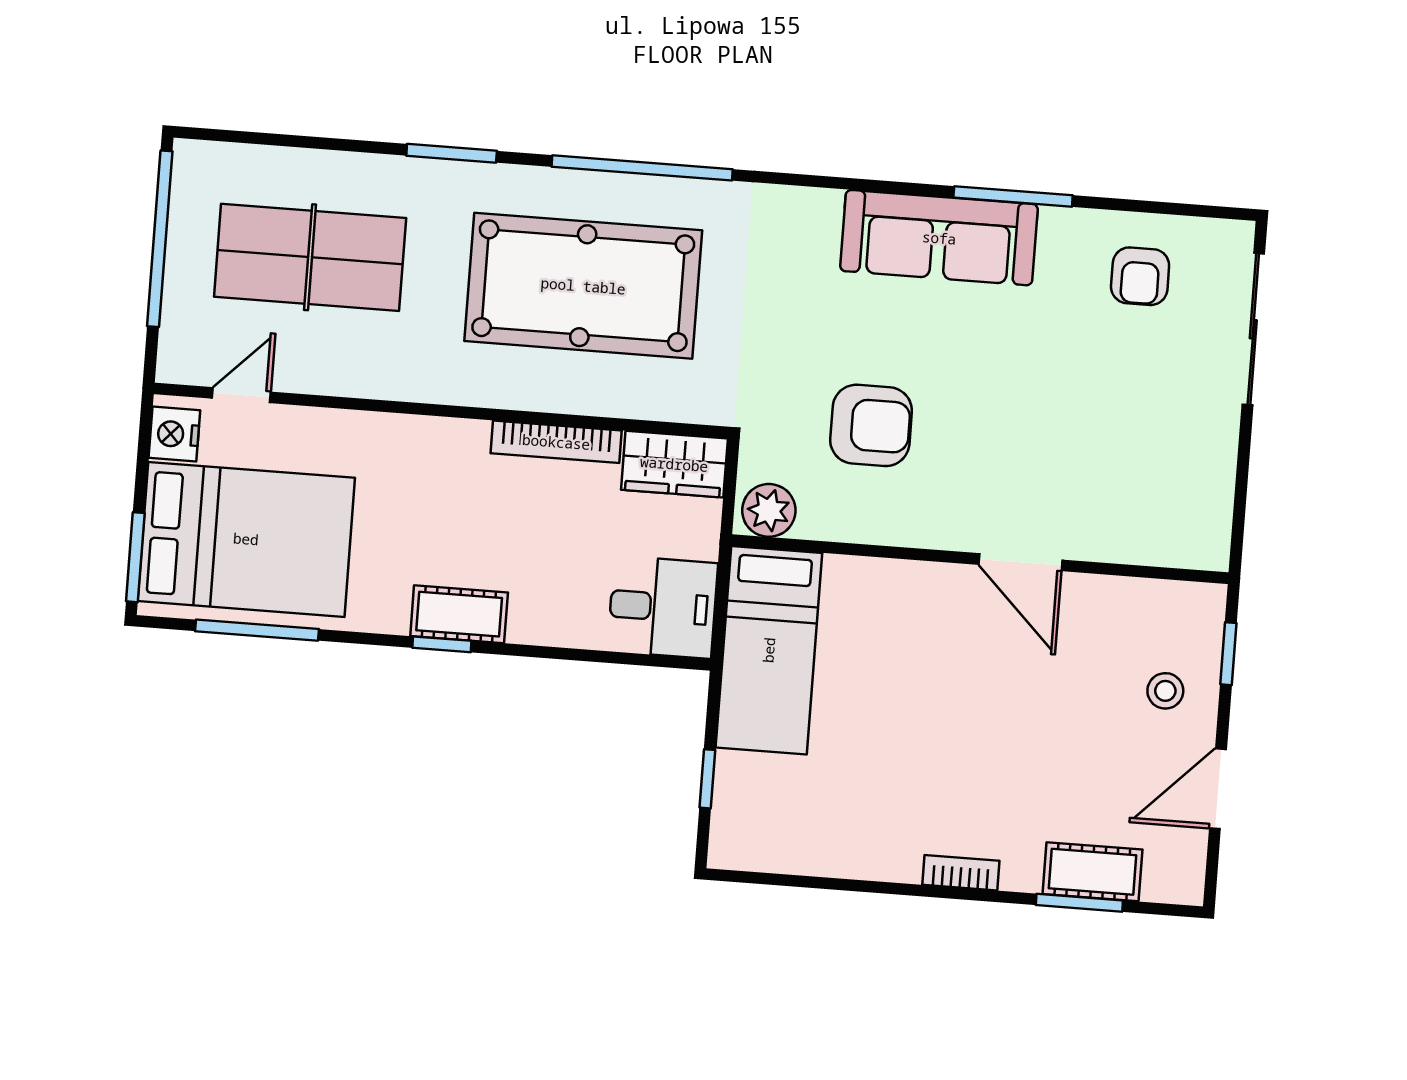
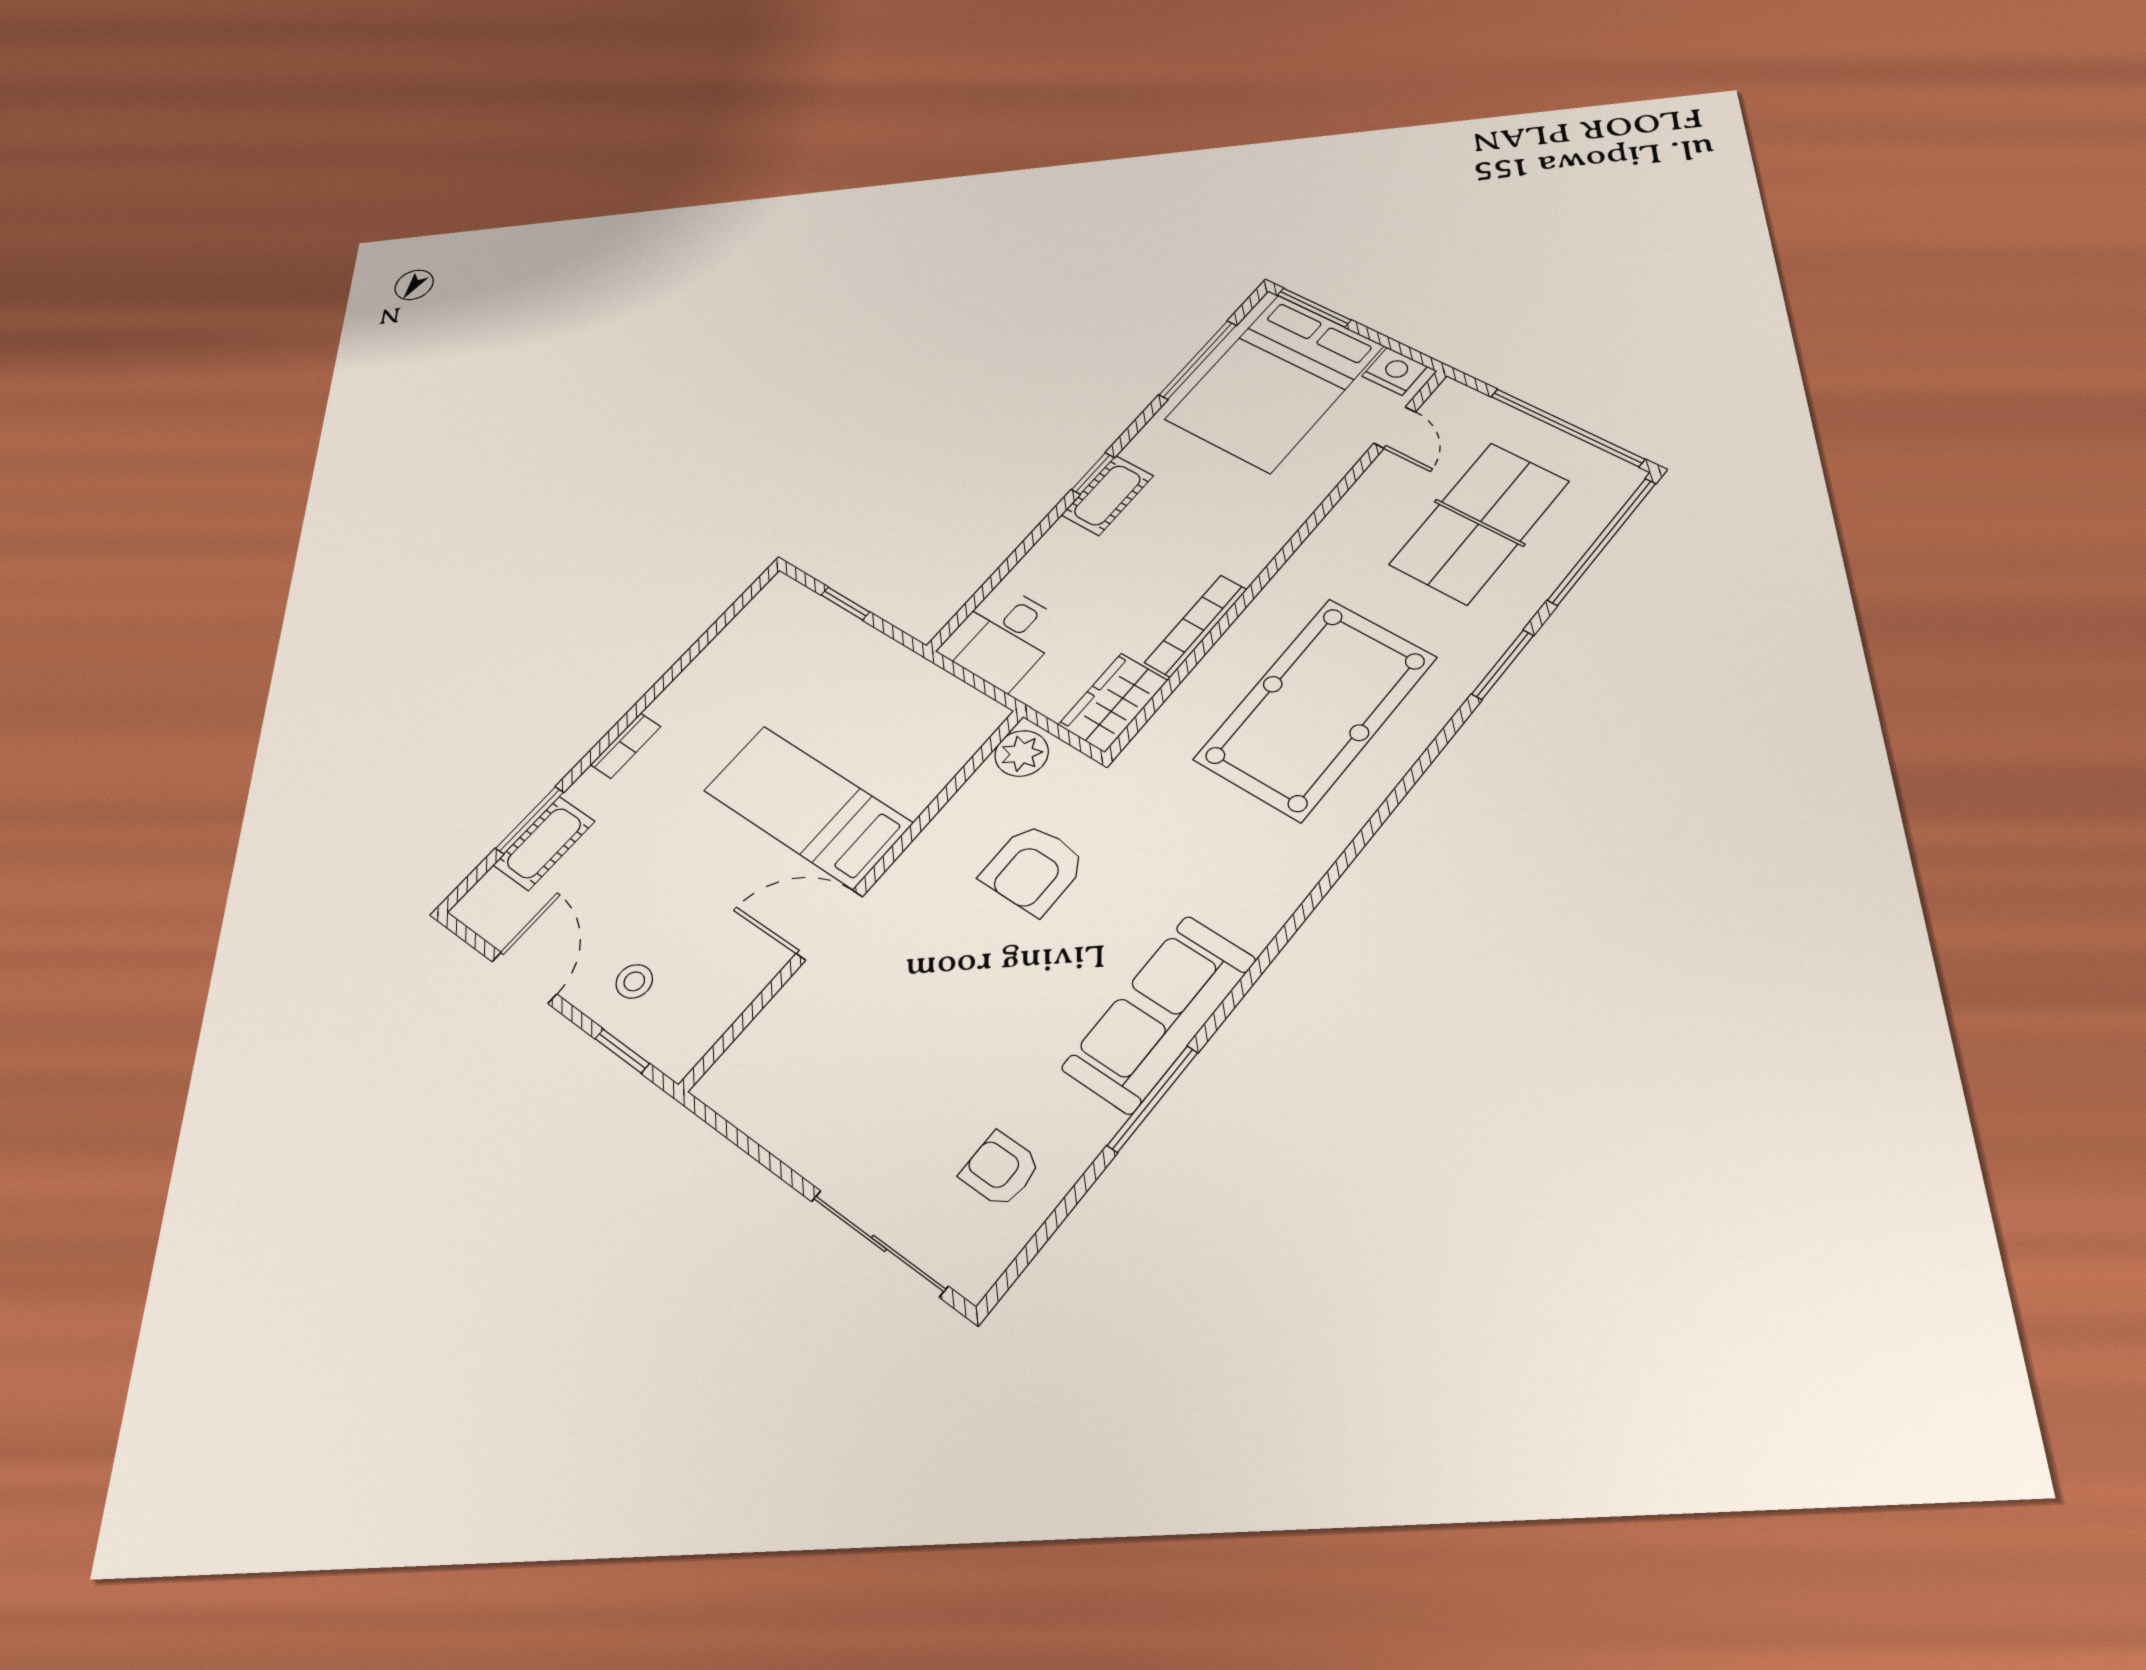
window: (642, 168) -> (1602, 541), moved
bed: (769, 650) -> (808, 806), moved

